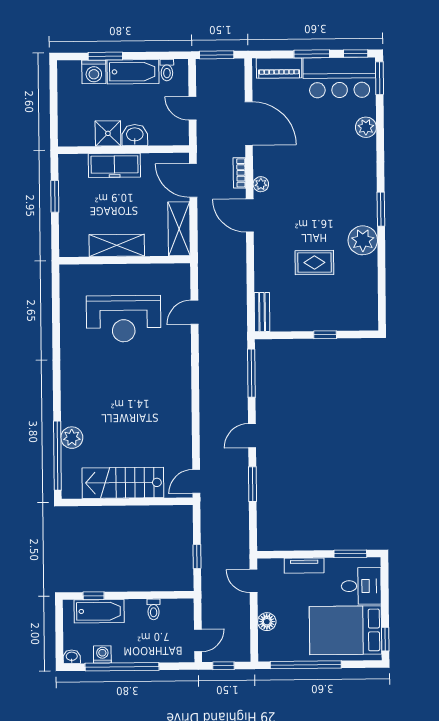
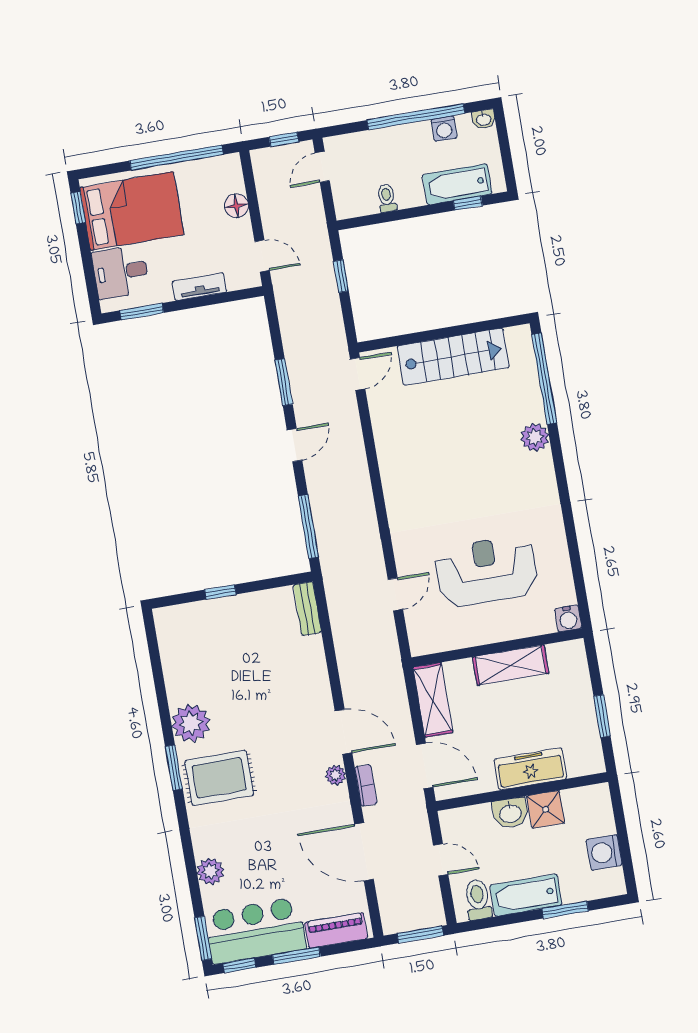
toilet: (167, 70) -> (478, 900), width x1.37, depth x1.39
washing machine: (94, 72) -> (604, 852), moved, turned -90
rug: (314, 263) -> (219, 778), moved, width x1.36, depth x1.43
water cooler: (68, 274) -> (568, 618), added
plant: (72, 438) -> (535, 437), moved

